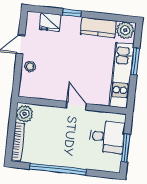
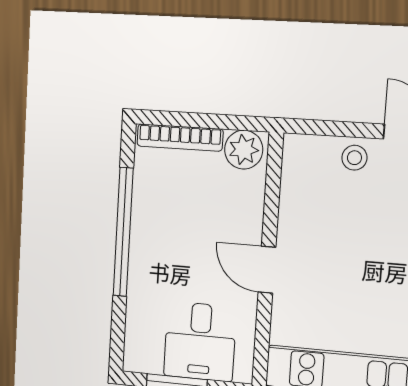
door: (76, 106) -> (267, 270), swing flipped

